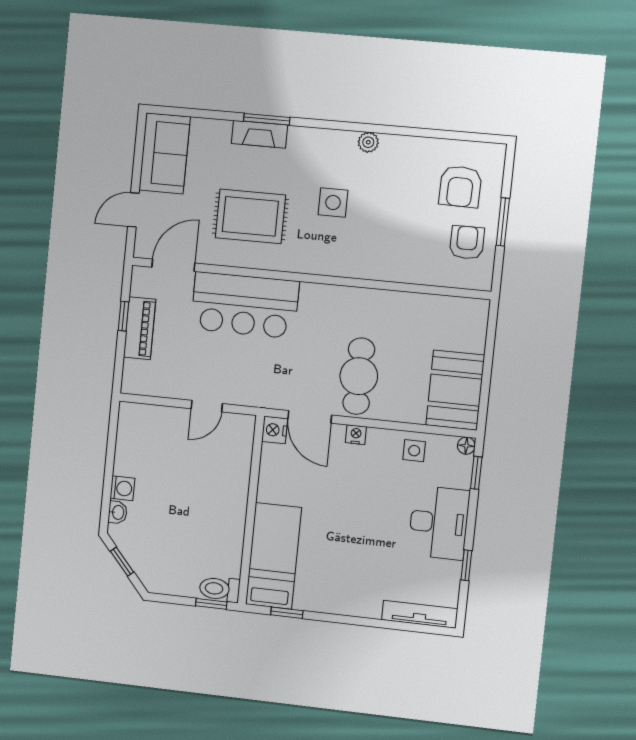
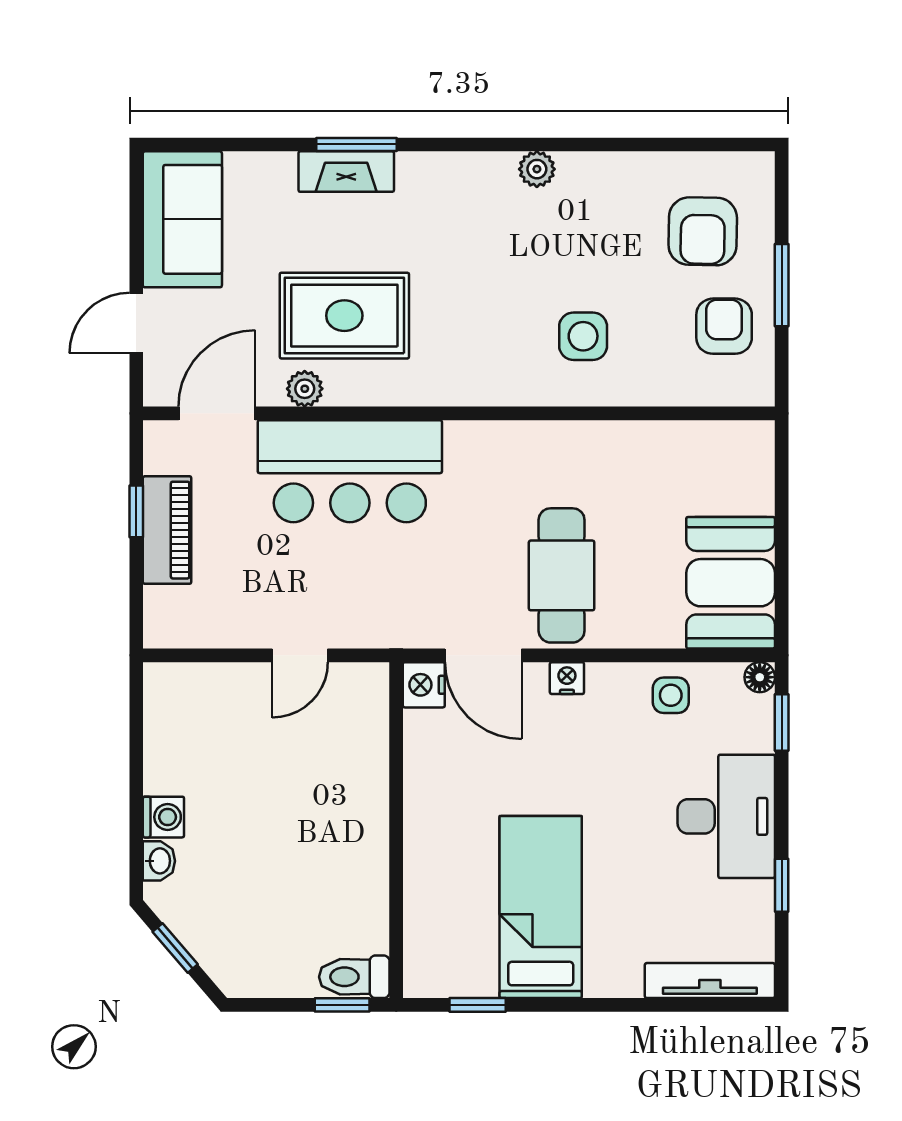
side table: (333, 203) -> (583, 336), moved
plant: (224, 256) -> (305, 389), added
bed: (273, 556) -> (541, 907), moved

